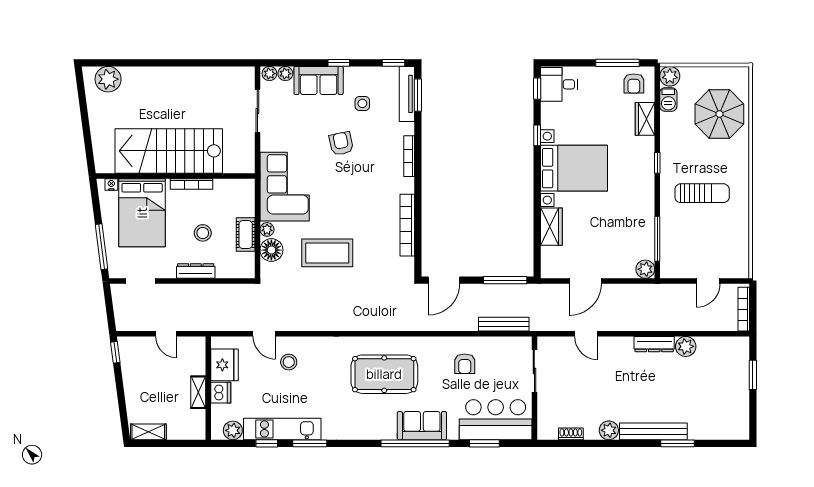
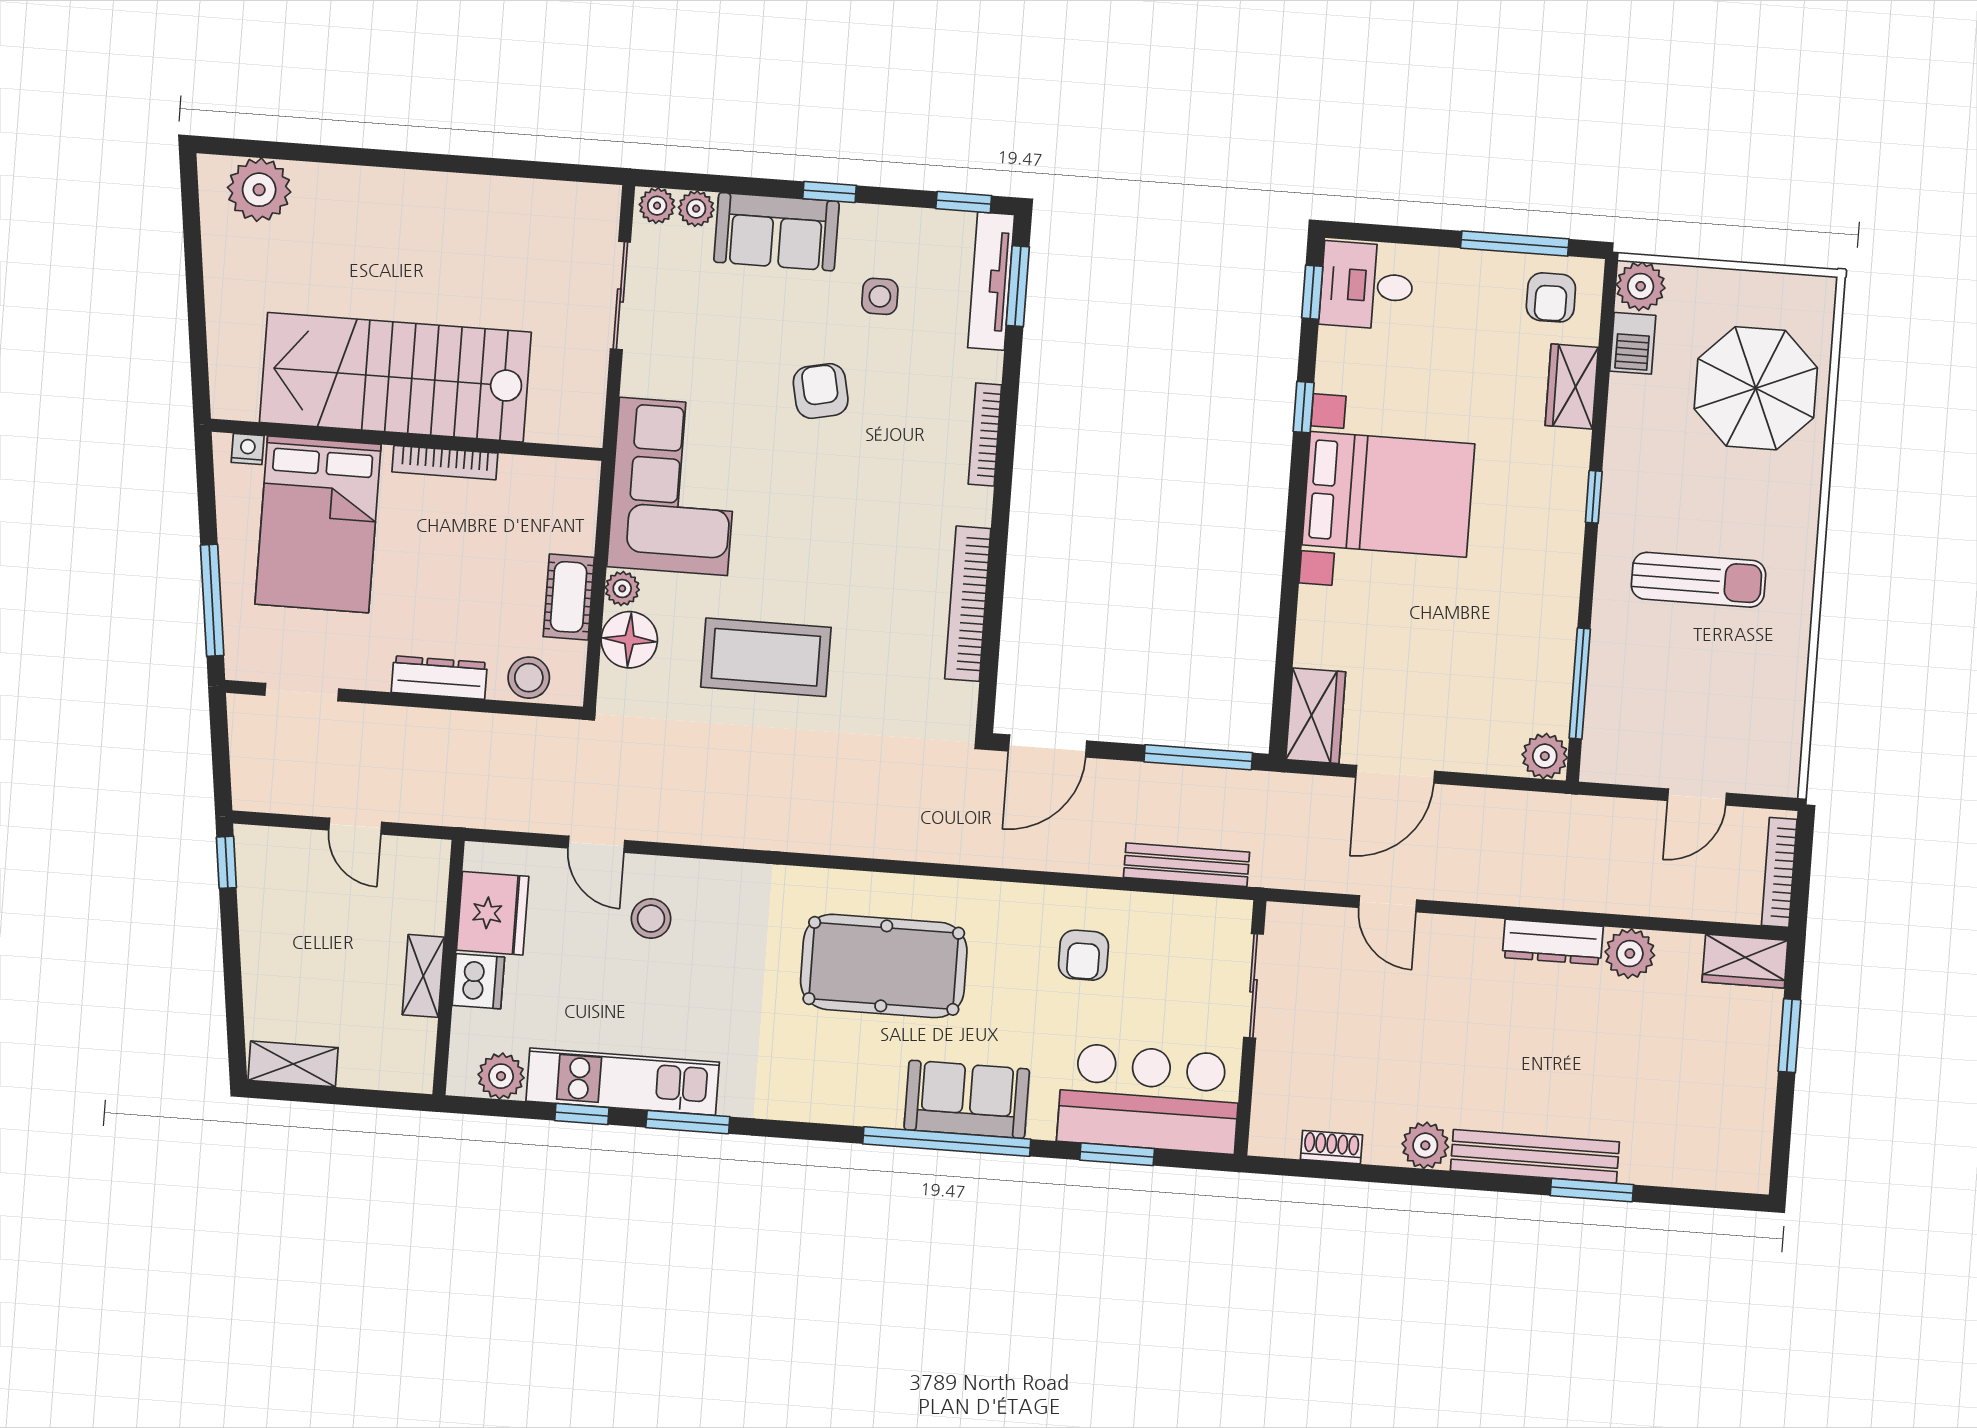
wardrobe: (551, 227) -> (1316, 716), moved
stool: (203, 233) -> (529, 678), moved
wardrobe: (732, 346) -> (1745, 961), added

